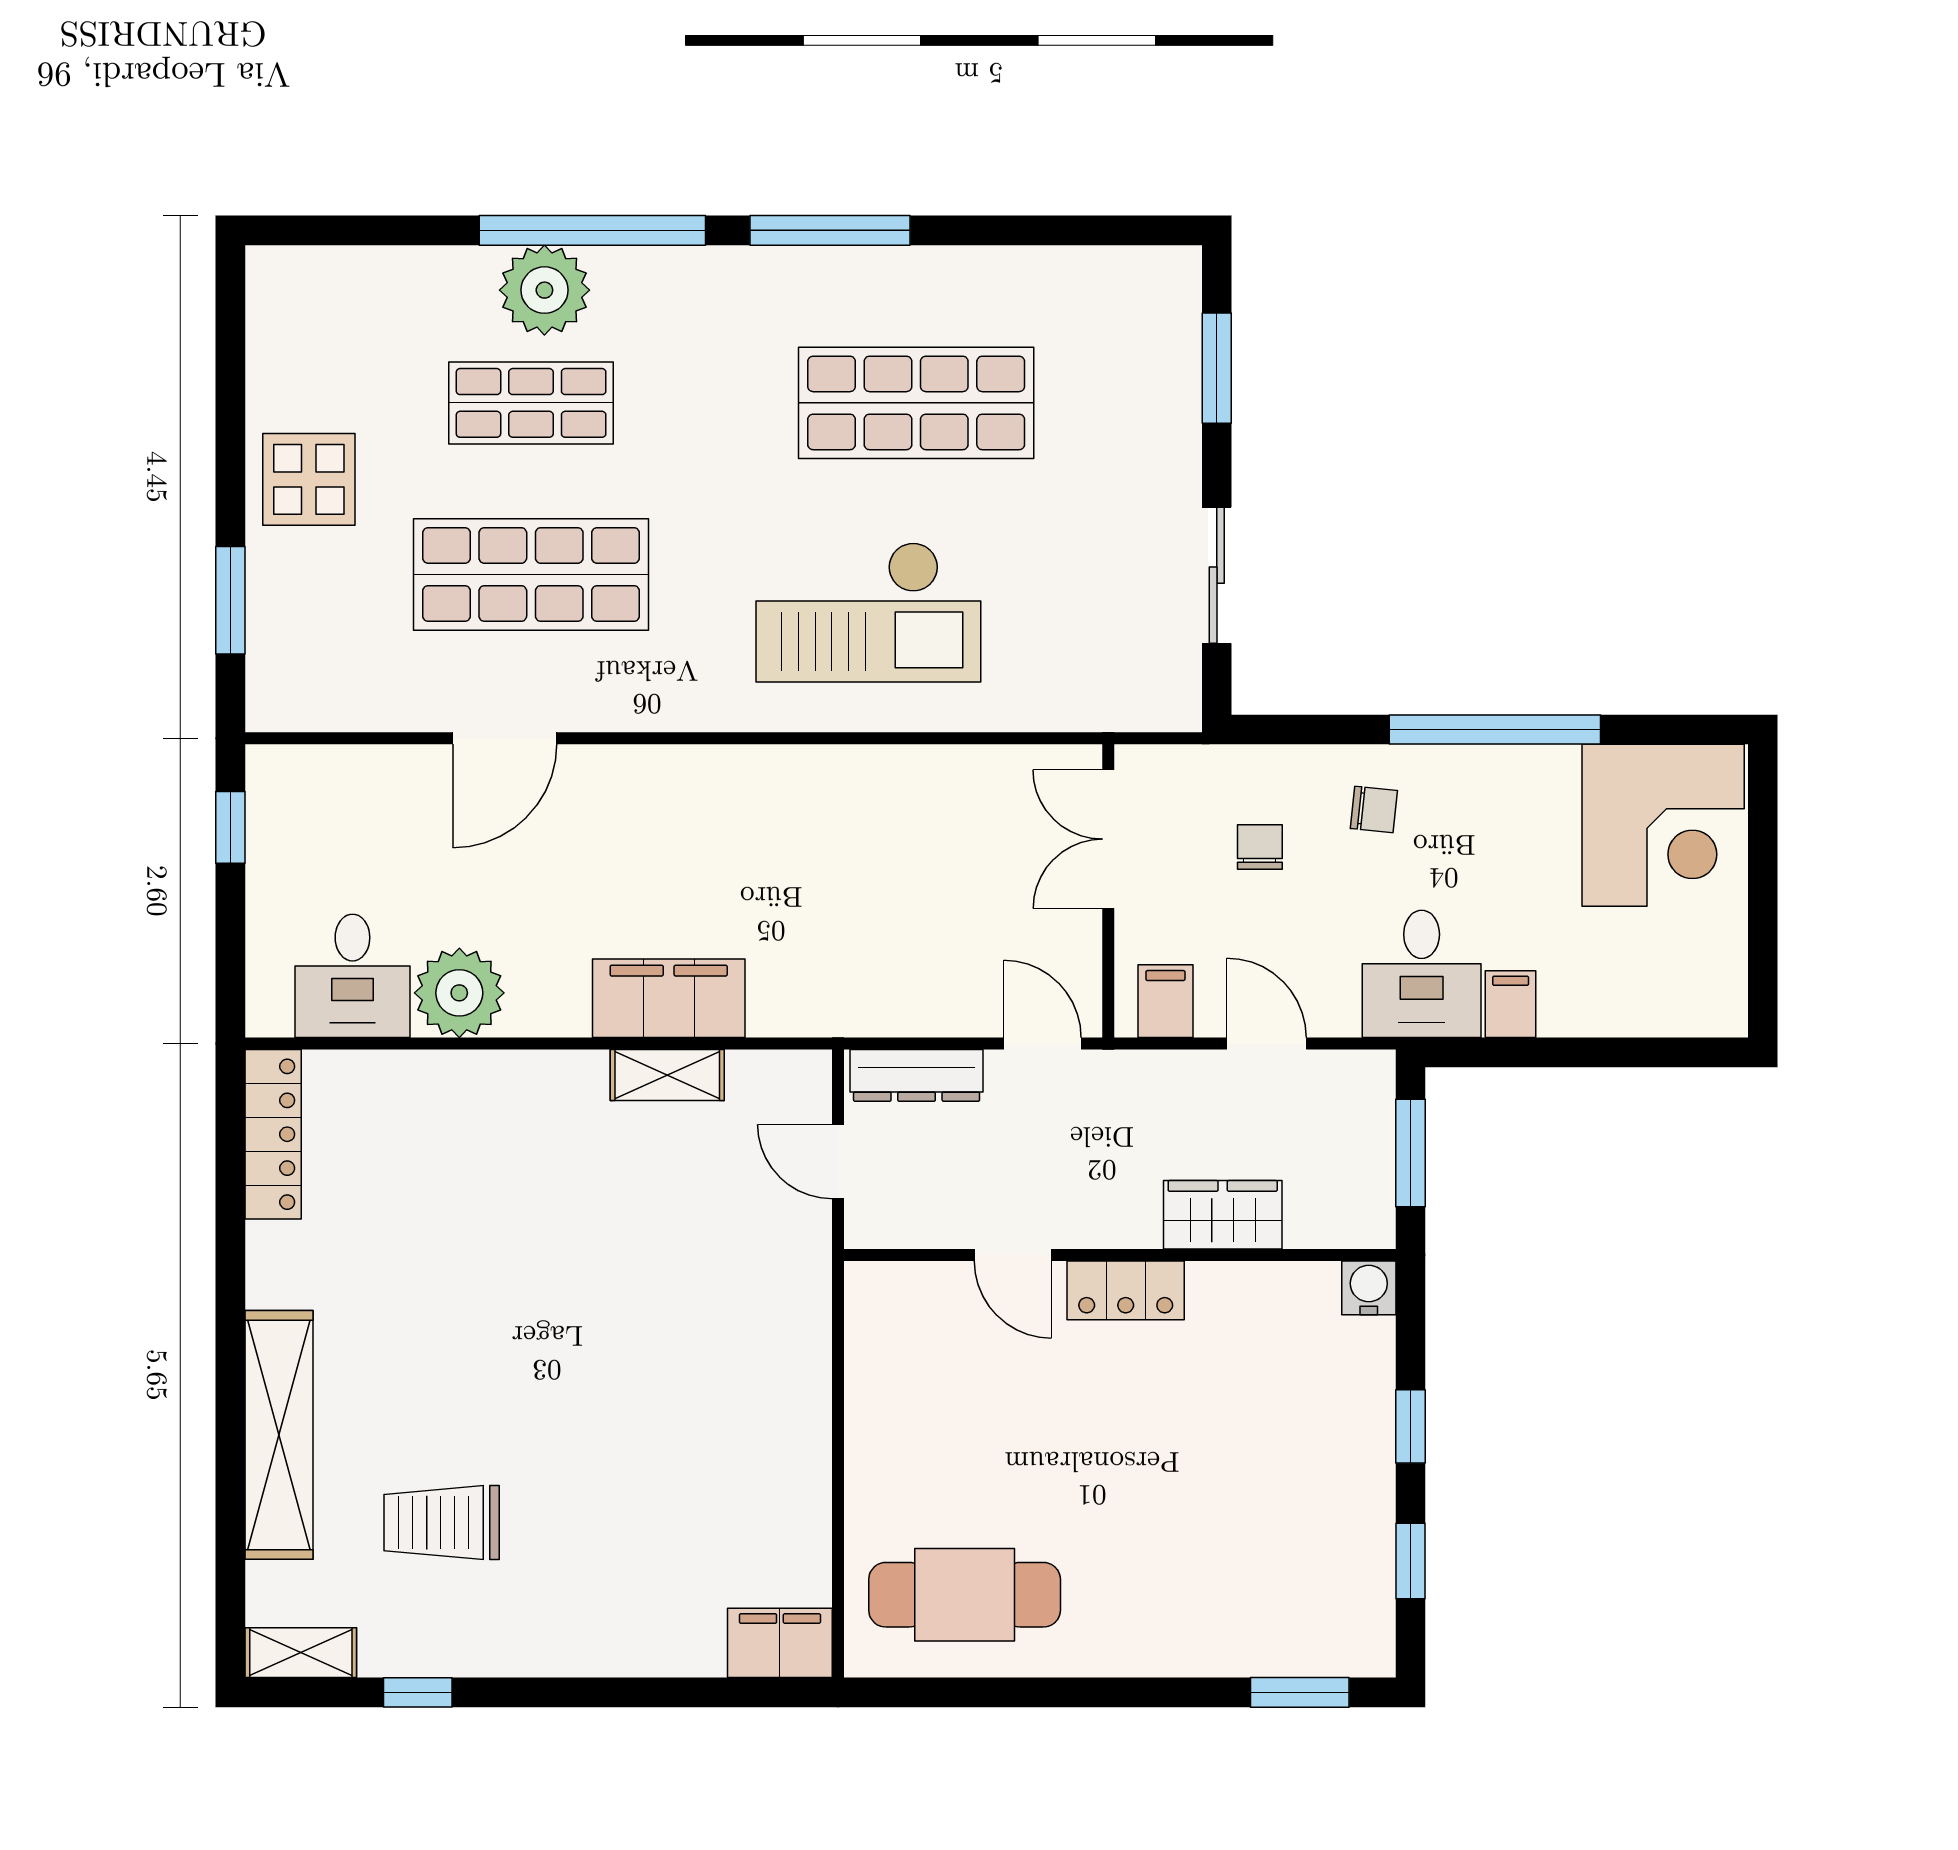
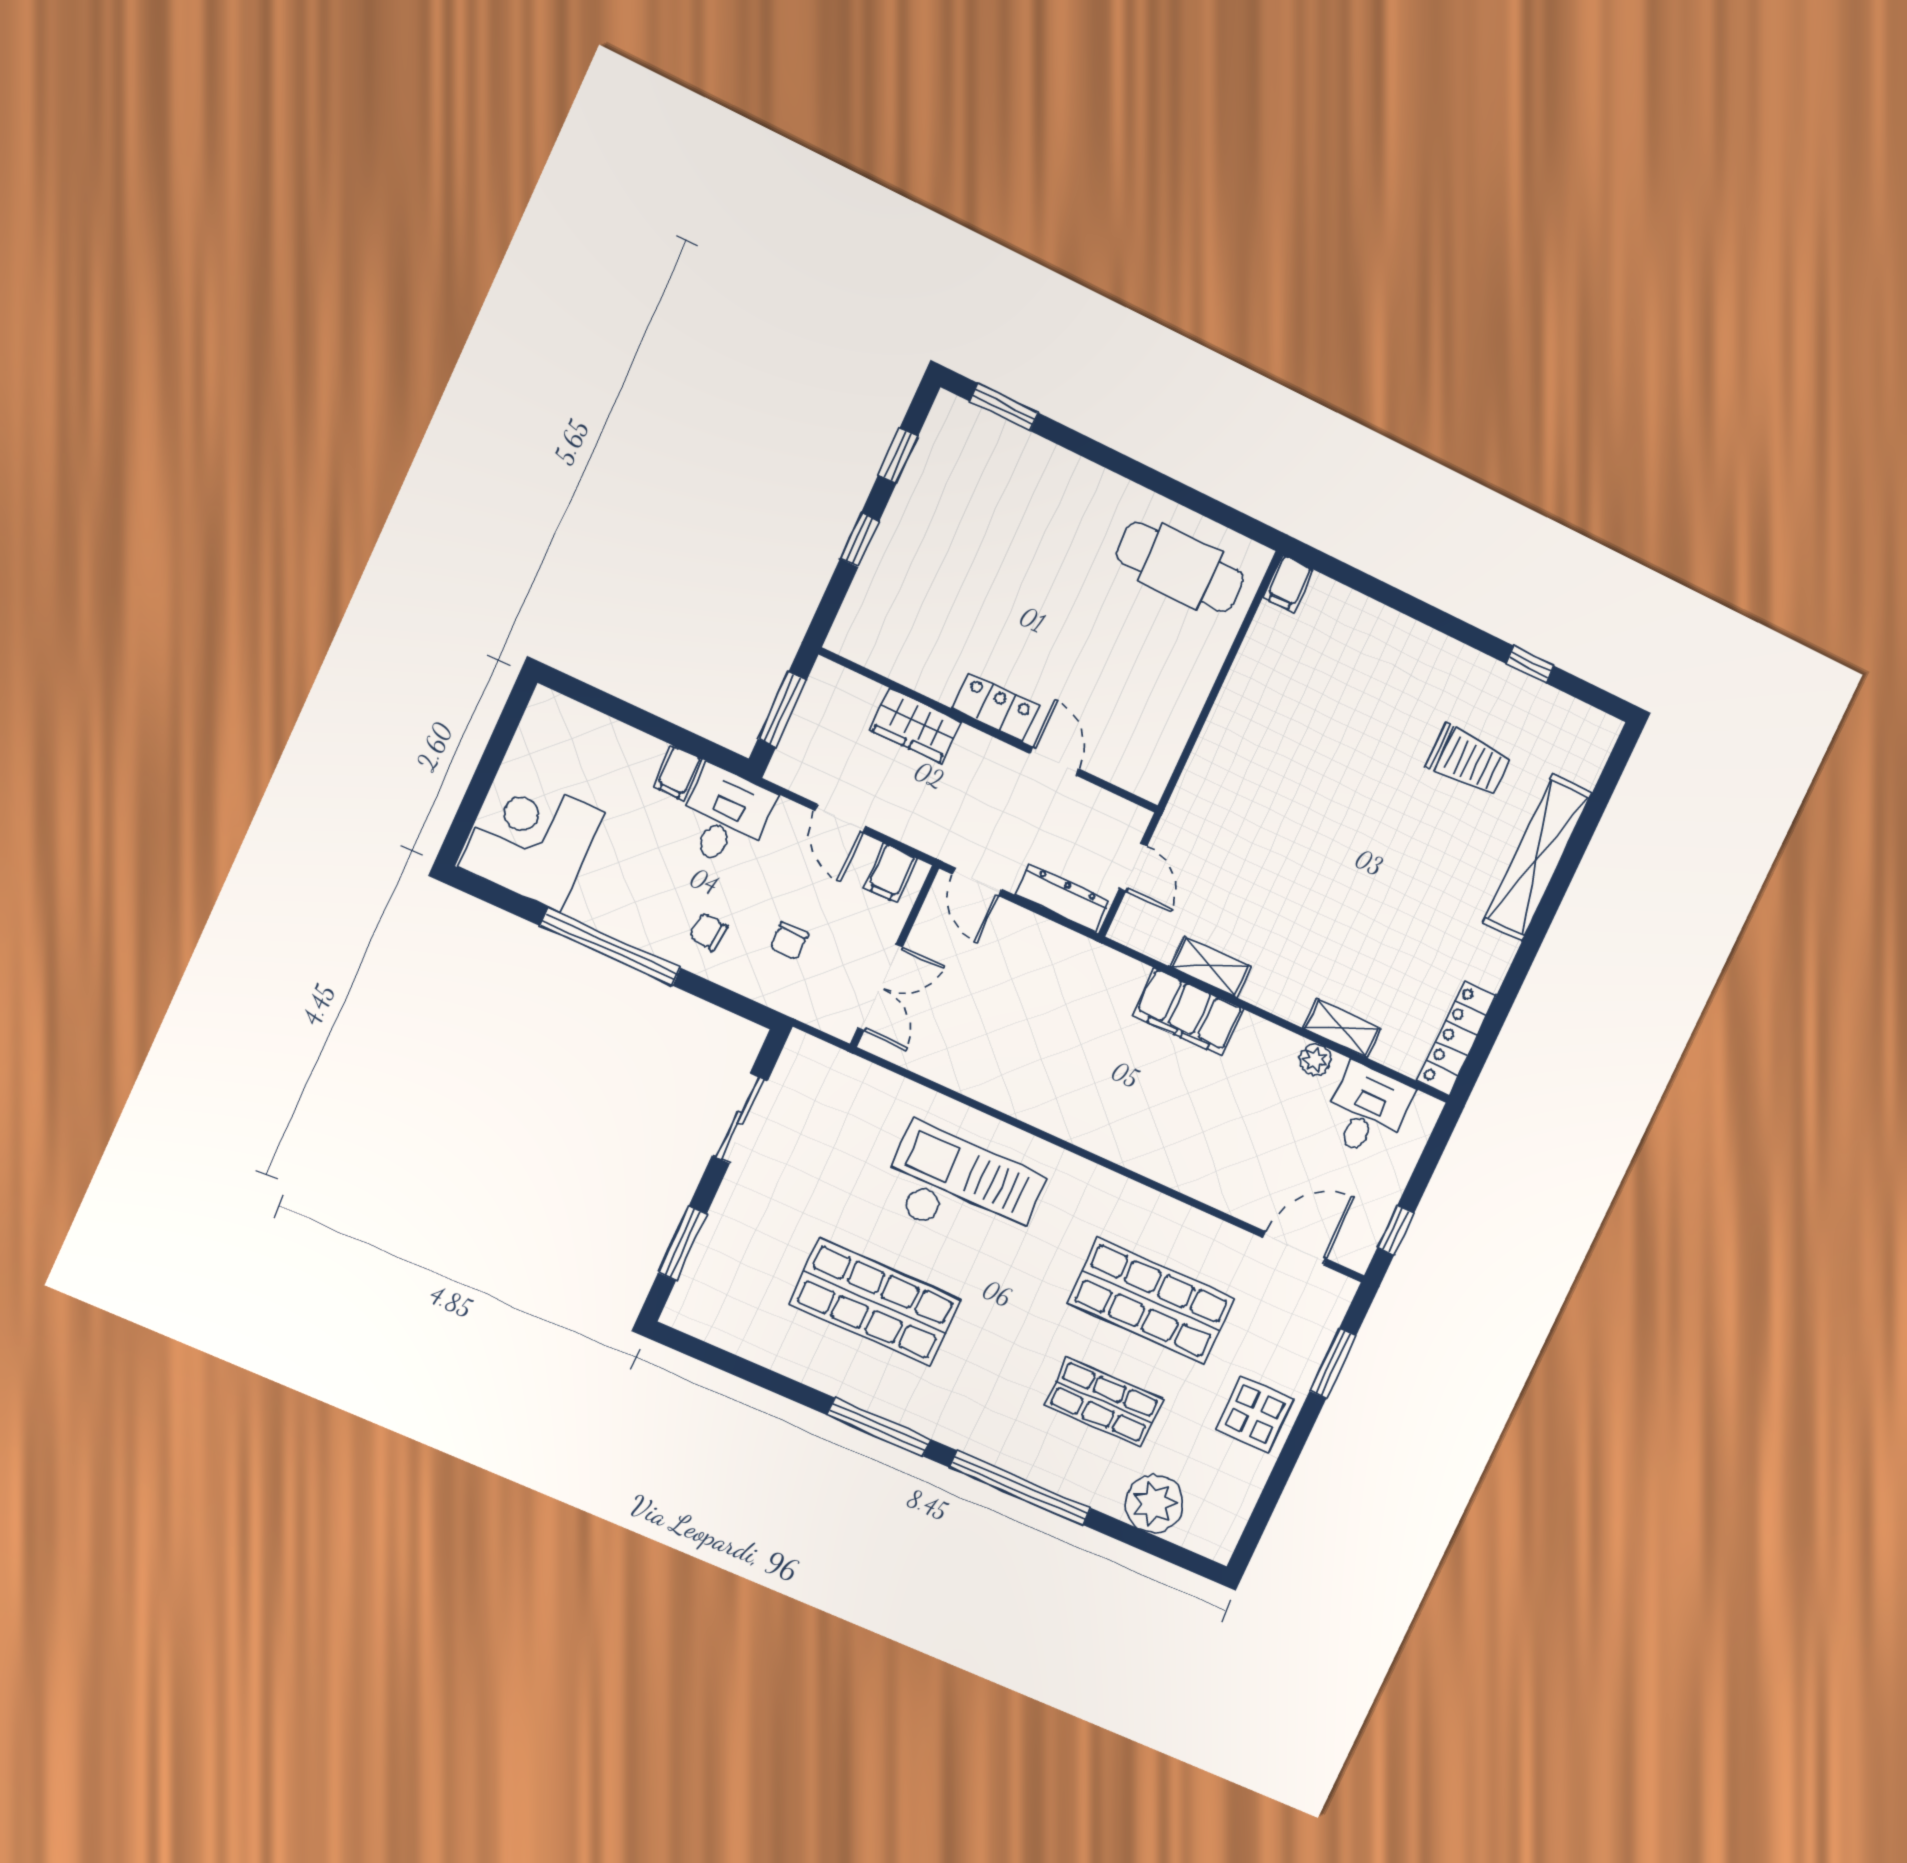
plant: (544, 290) -> (1154, 1504), moved
door: (505, 738) -> (1295, 1248), moved
plant: (459, 993) -> (1315, 1060), width x0.53, depth x0.53
water cooler: (1369, 1288) -> (846, 638), removed
filing cabinet: (780, 1643) -> (1288, 583), width x0.50
shelving: (301, 1653) -> (1342, 1028), moved

